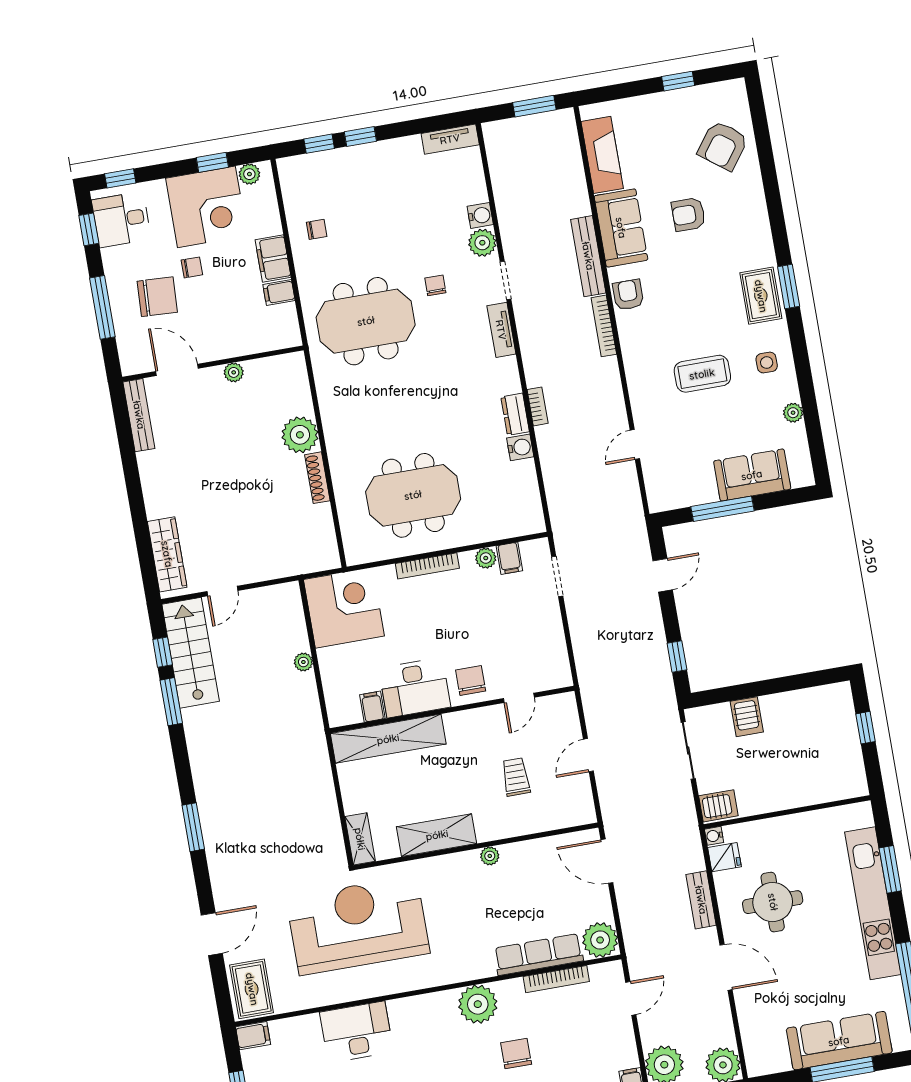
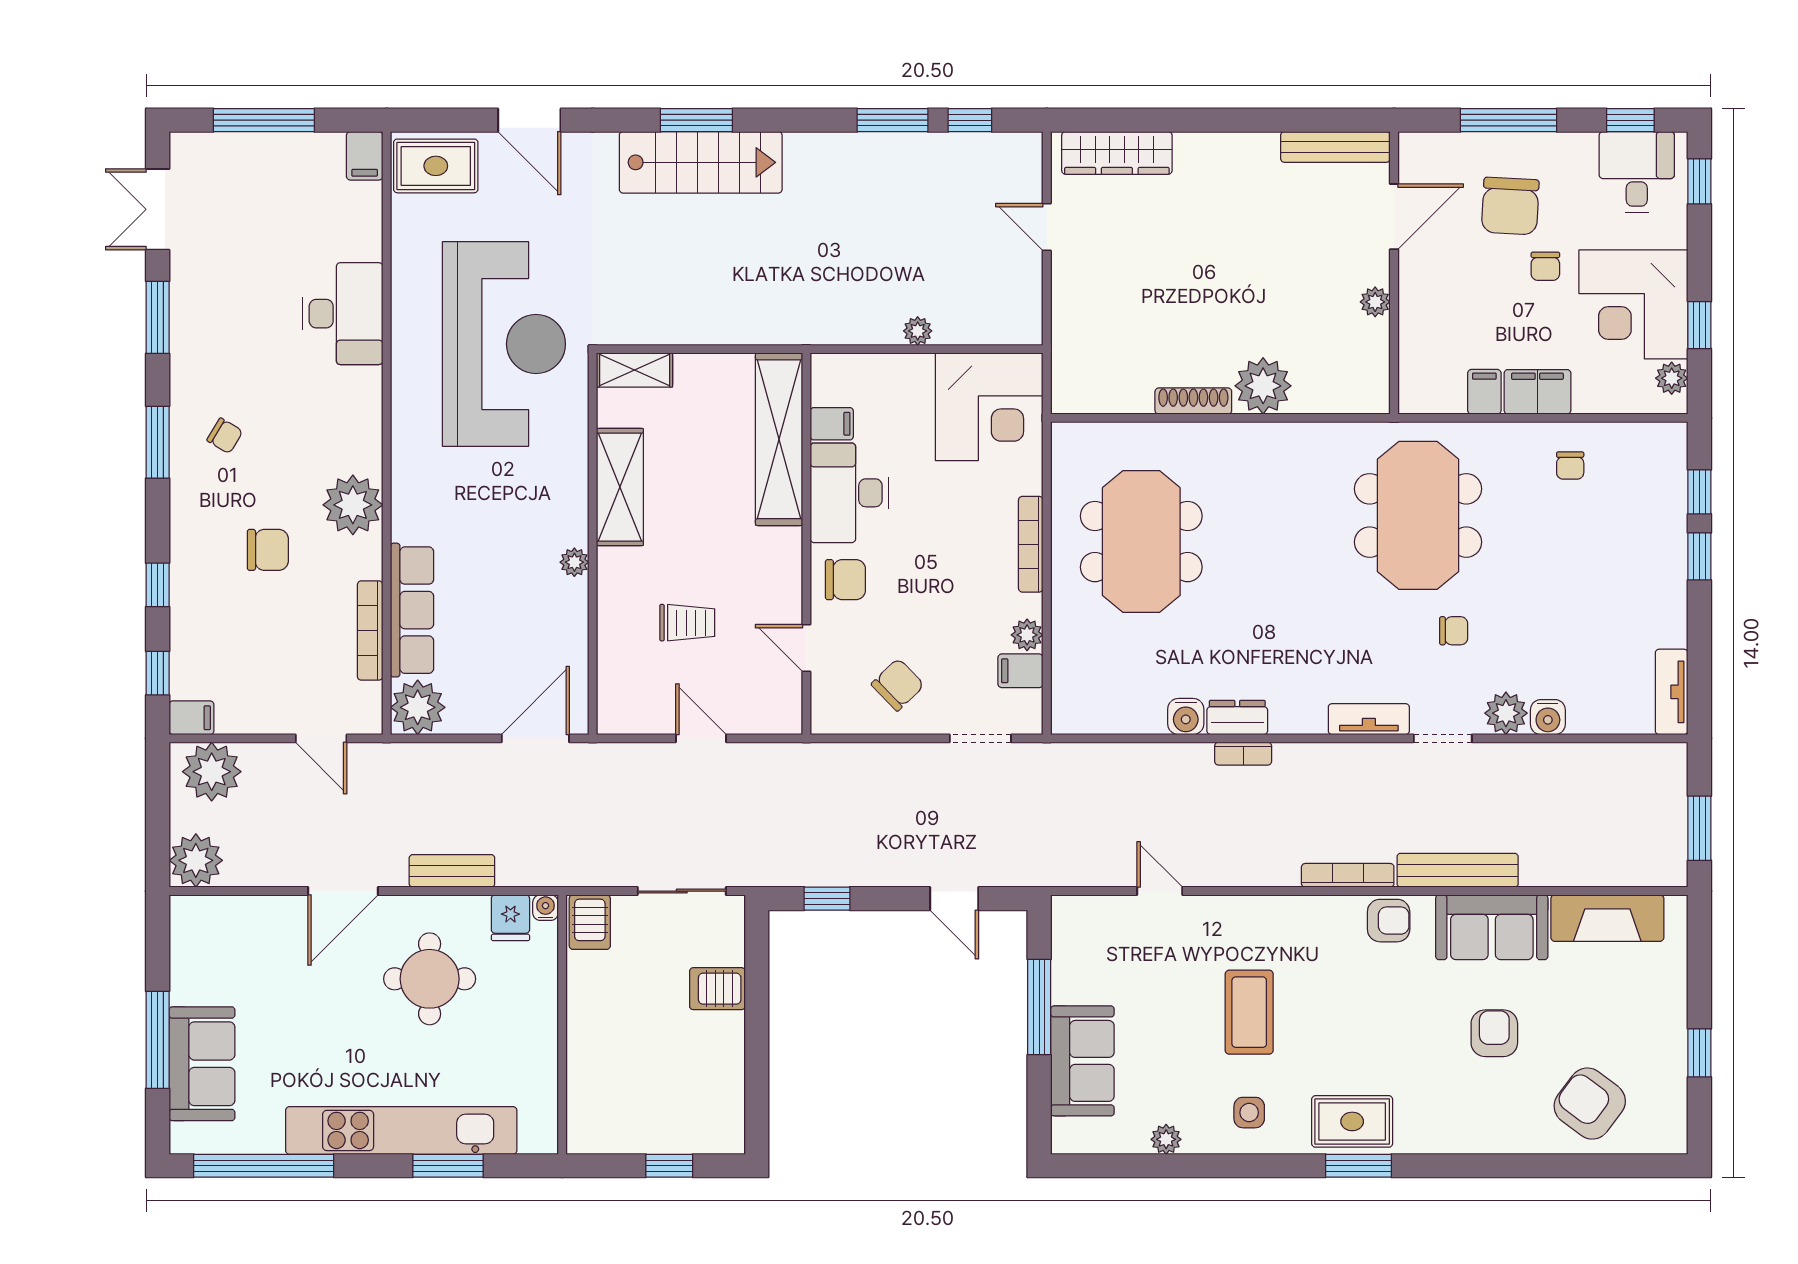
chair: (532, 635) -> (898, 685), added
stairs: (191, 653) -> (701, 162), moved
sofa: (839, 1041) -> (202, 1064), width x0.73

